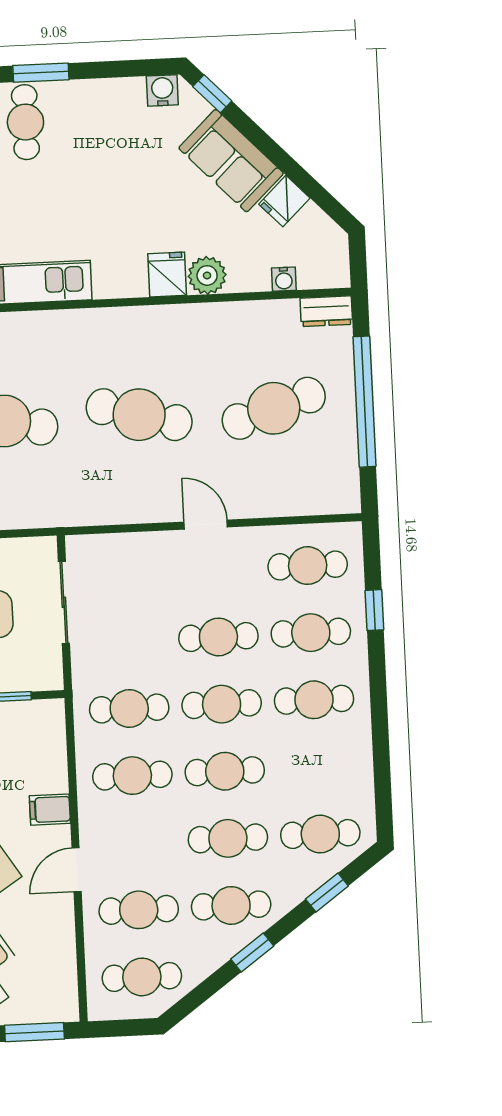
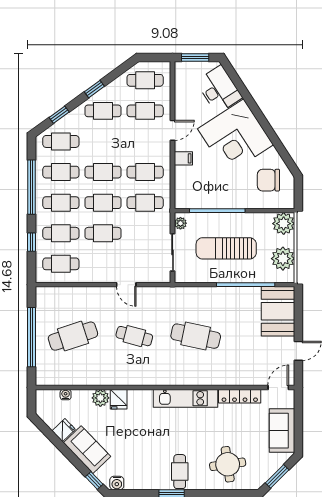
dresser: (326, 311) -> (47, 379), removed
cafe table: (139, 415) -> (134, 336), width x0.73, depth x0.74
door: (206, 525) -> (126, 285), moved
plant: (50, 667) -> (180, 223), added
window: (380, 731) -> (32, 187), added
cafe table: (228, 838) -> (61, 172), moved

